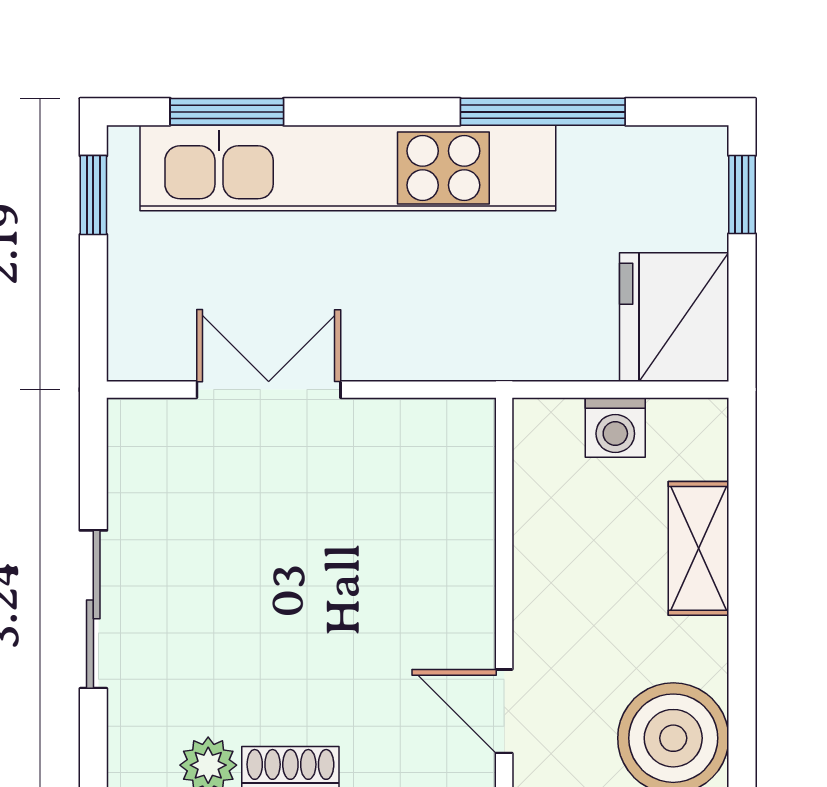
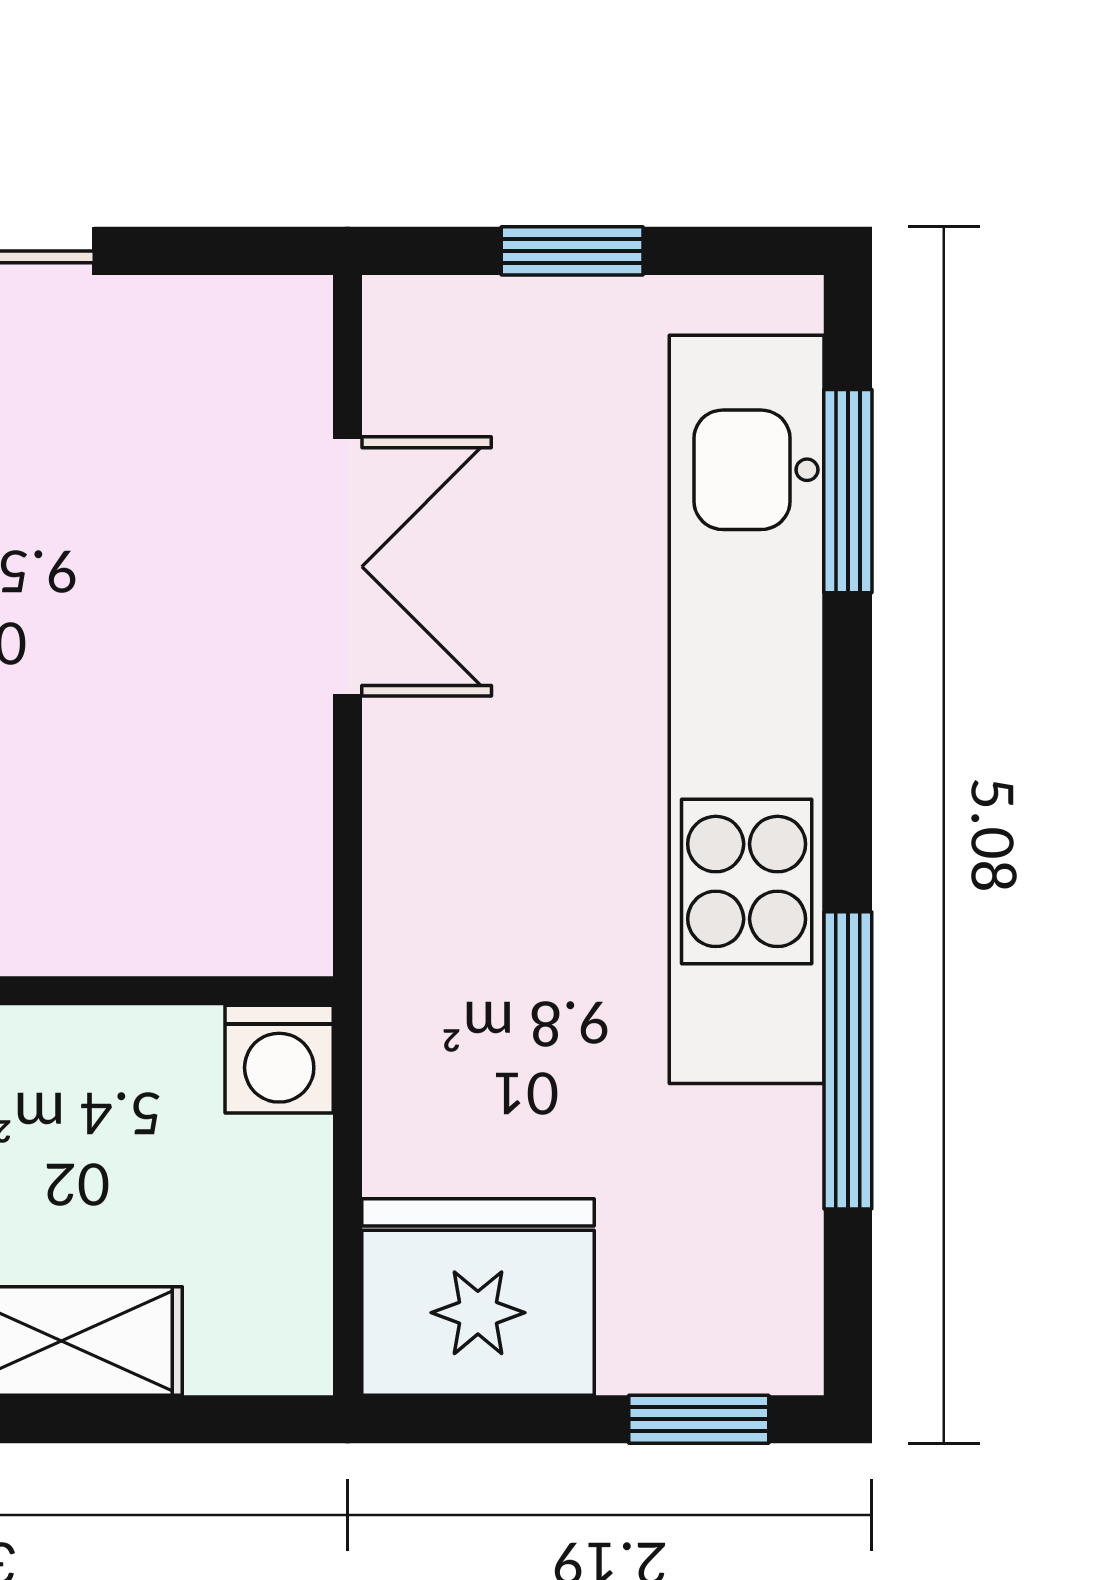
window: (93, 195) -> (572, 251), moved
washing machine: (615, 428) -> (279, 1059), moved, turned -90

